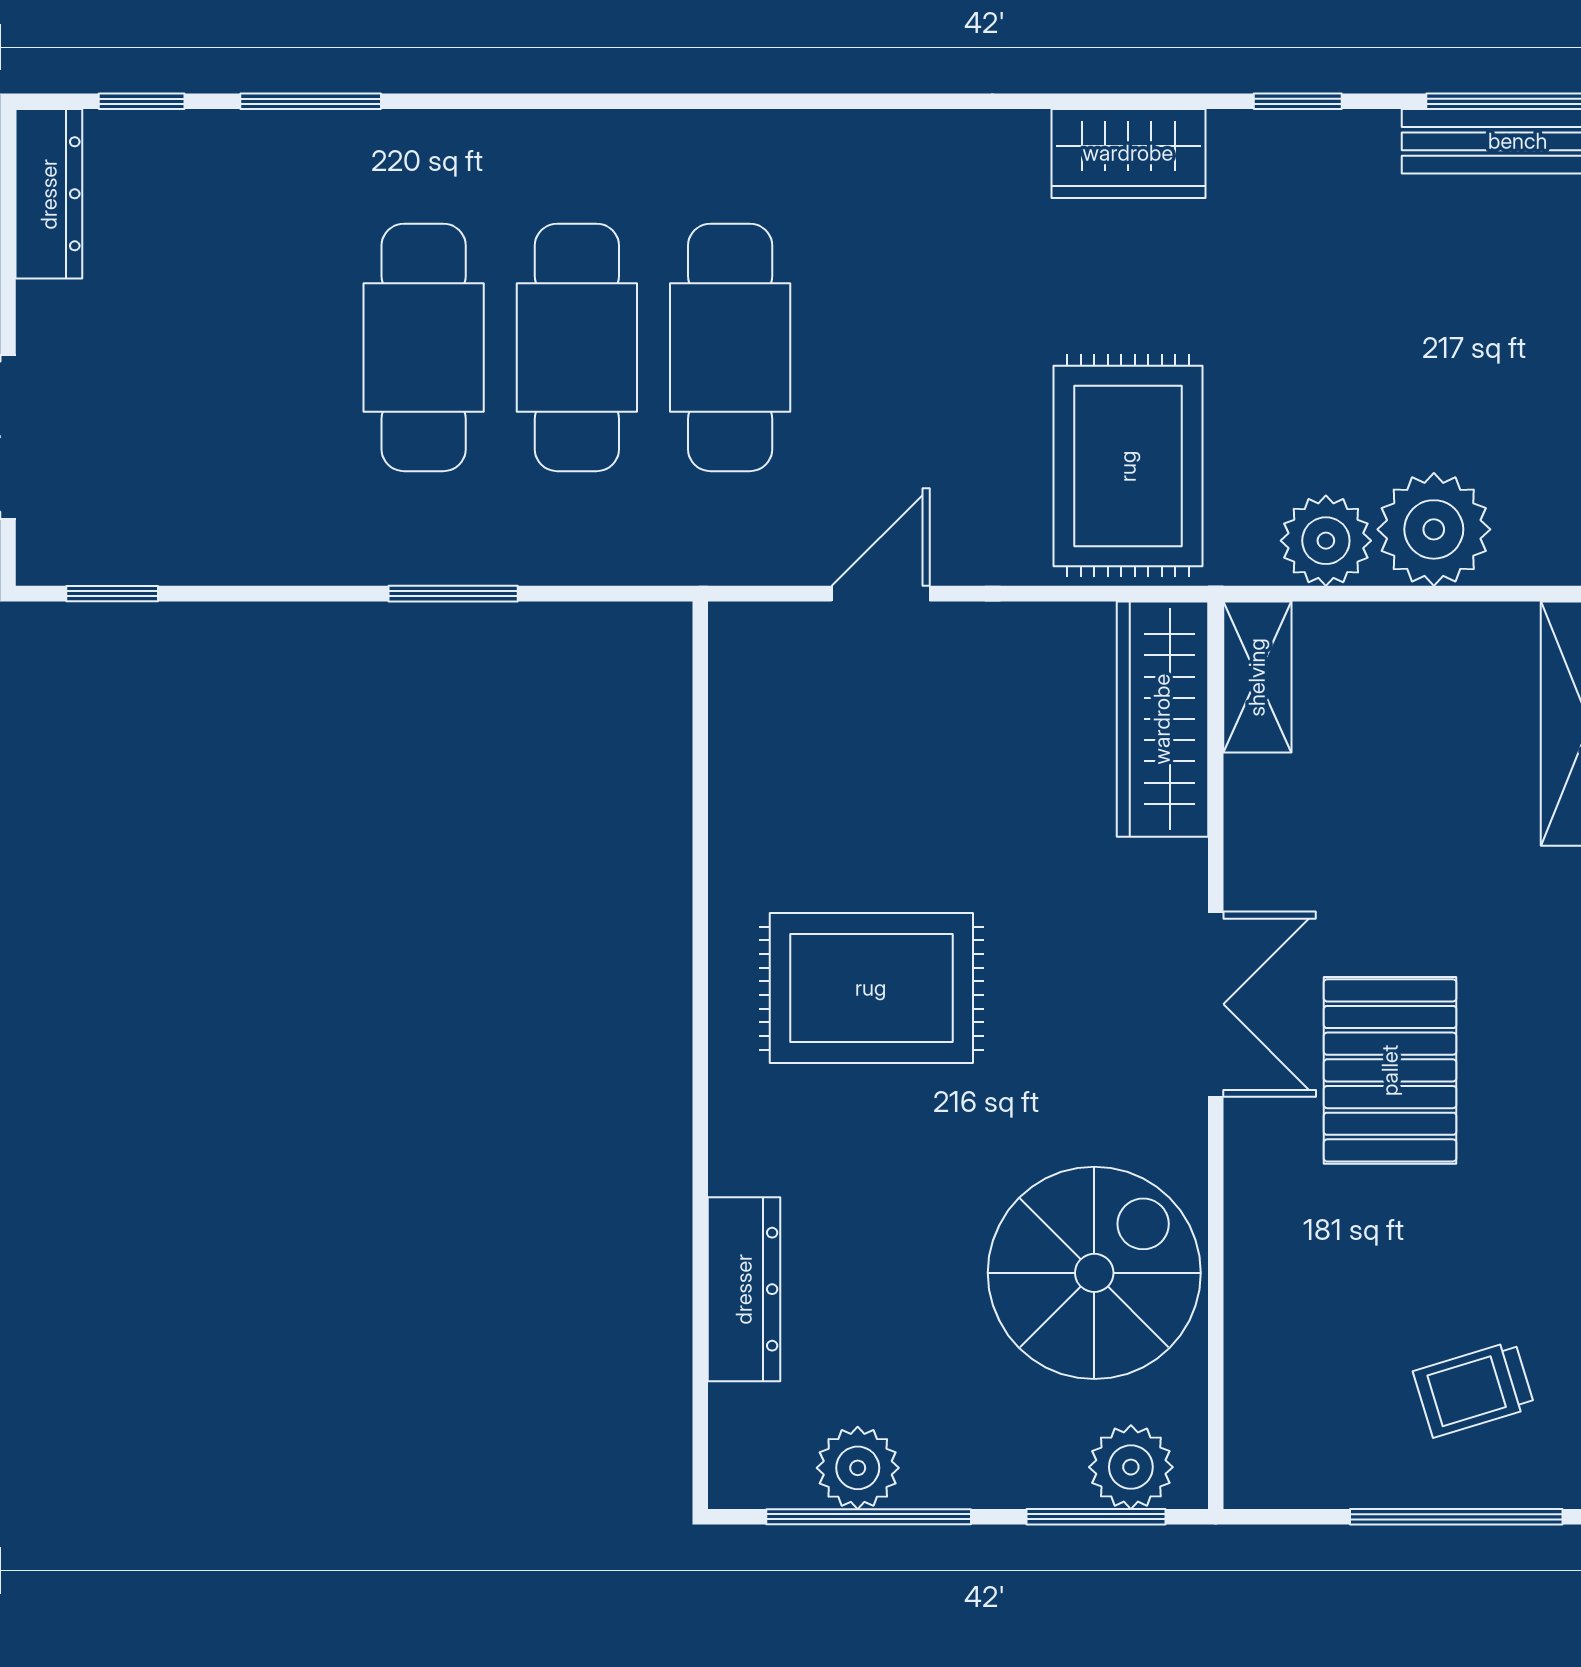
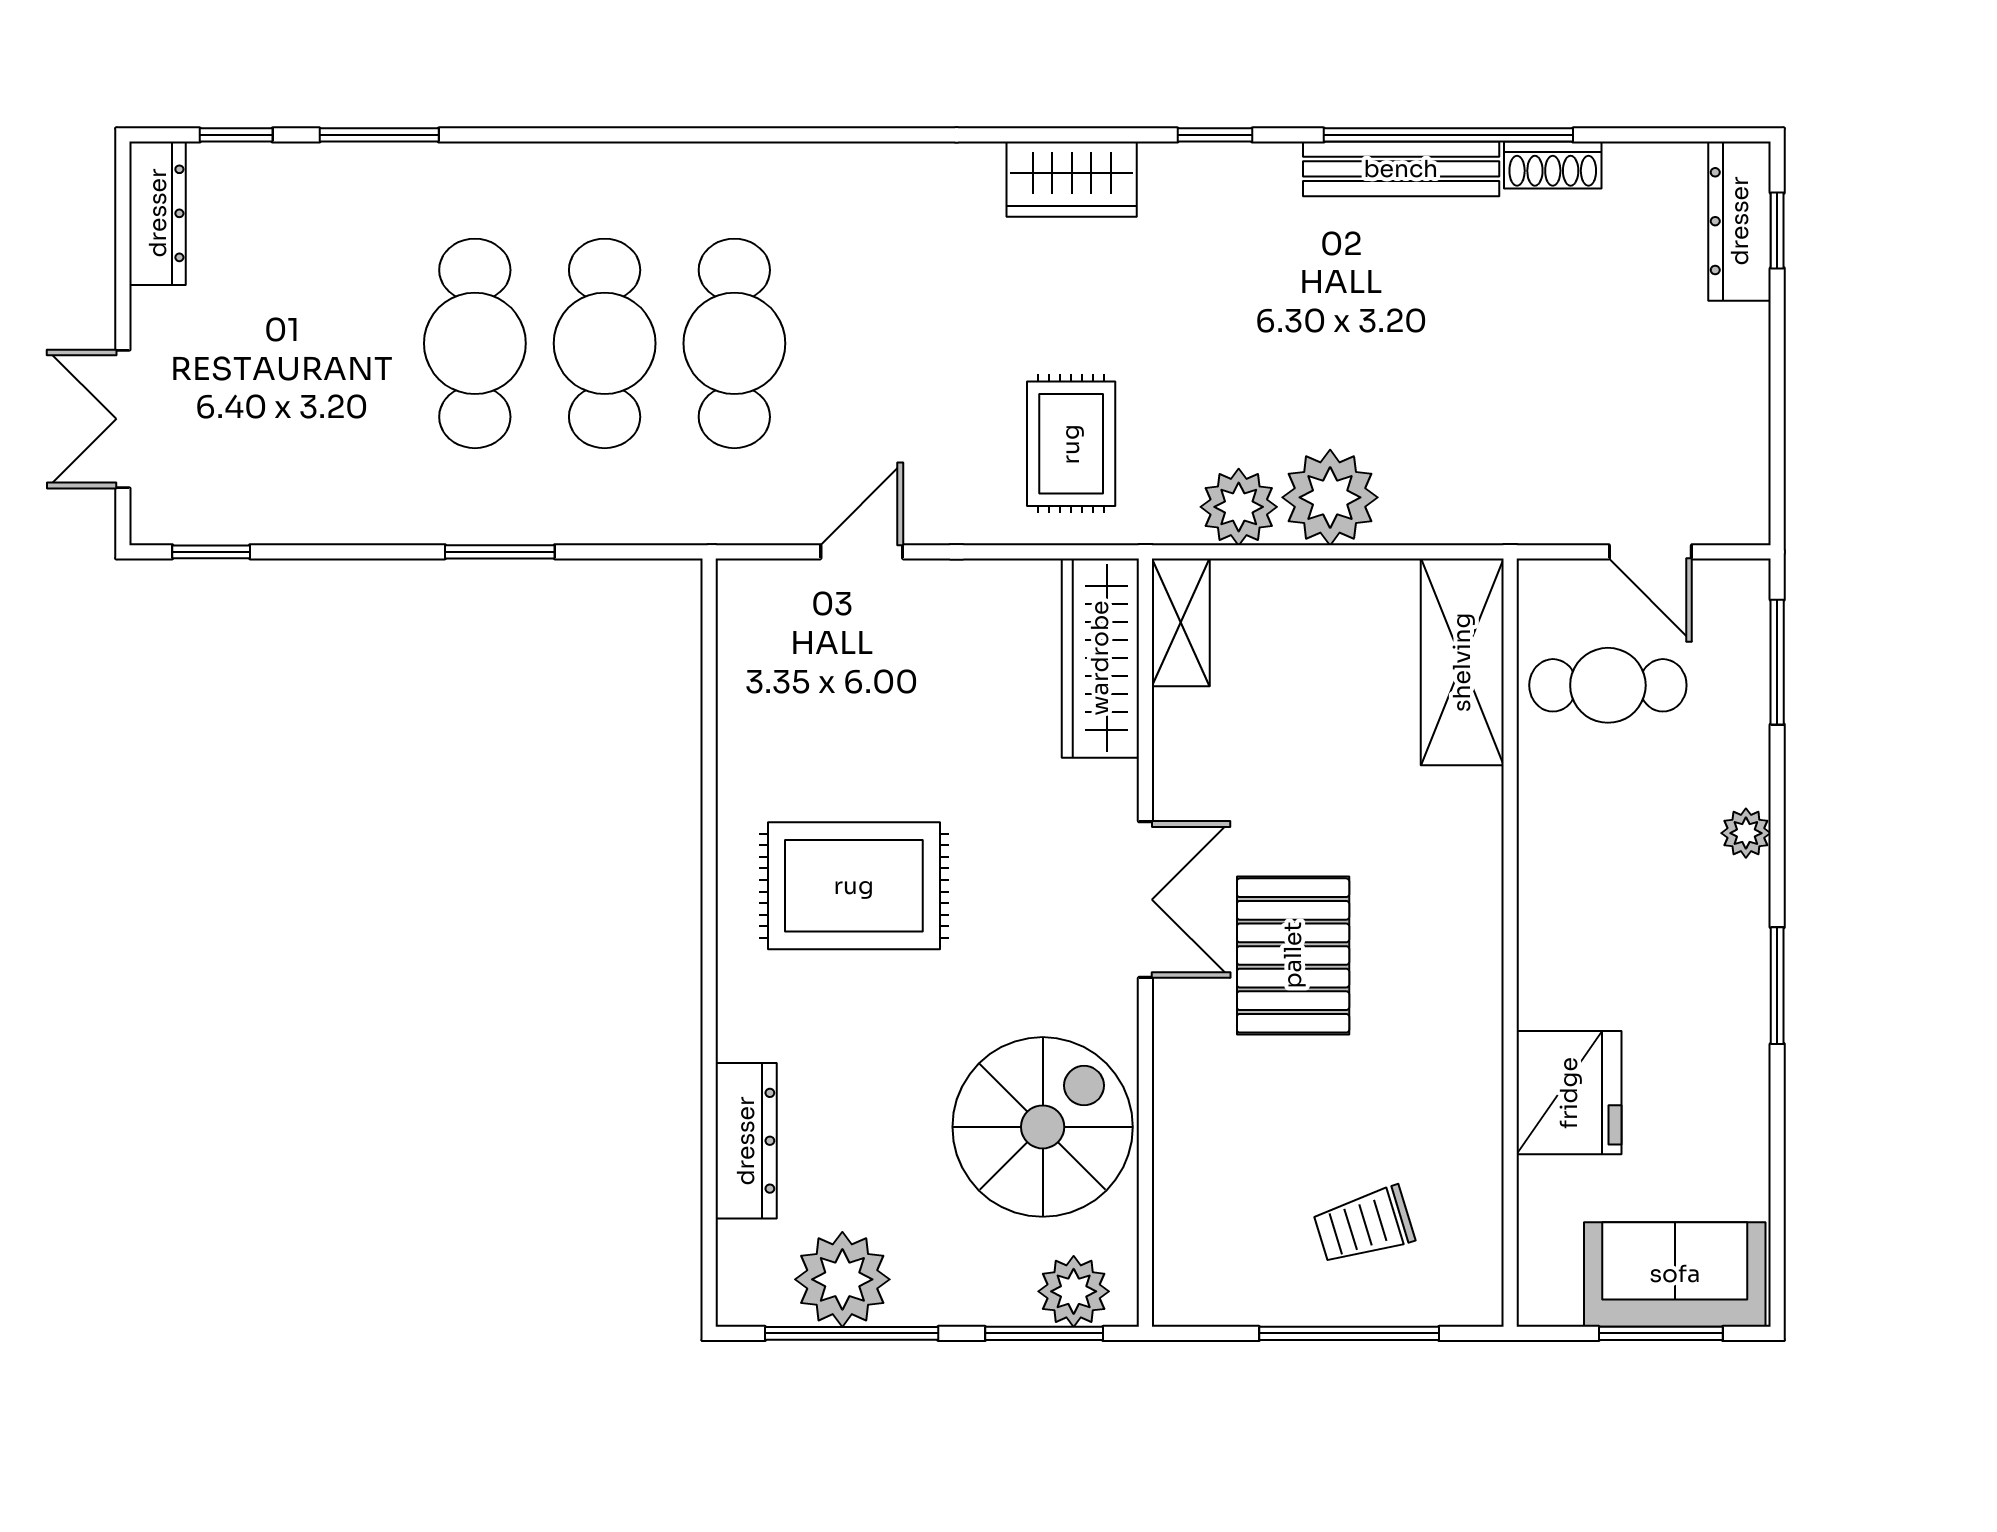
rug: (1128, 466) -> (1071, 444), width x0.73, depth x0.70
plant: (858, 1468) -> (842, 1279), width x1.36, depth x1.36

